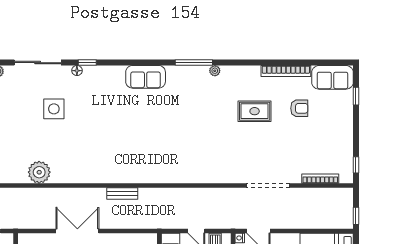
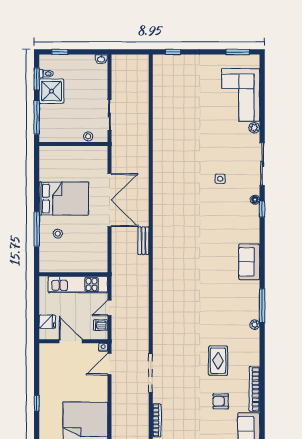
armchair: (299, 108) -> (221, 401), turned 90
side table: (54, 109) -> (220, 179), width x0.54, depth x0.54
plant: (39, 172) -> (163, 165), removed
double door: (77, 231) -> (109, 200), width x1.36

